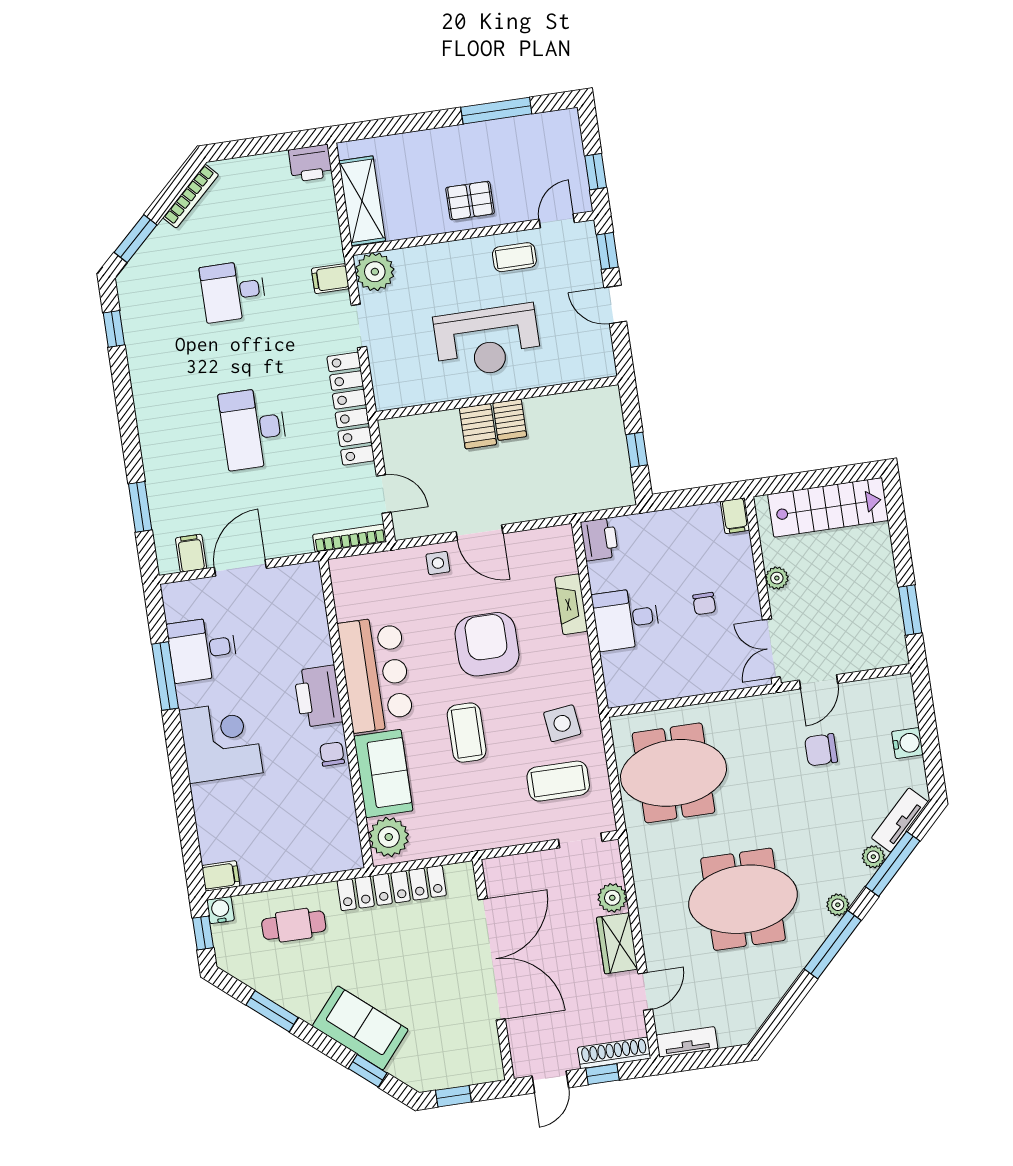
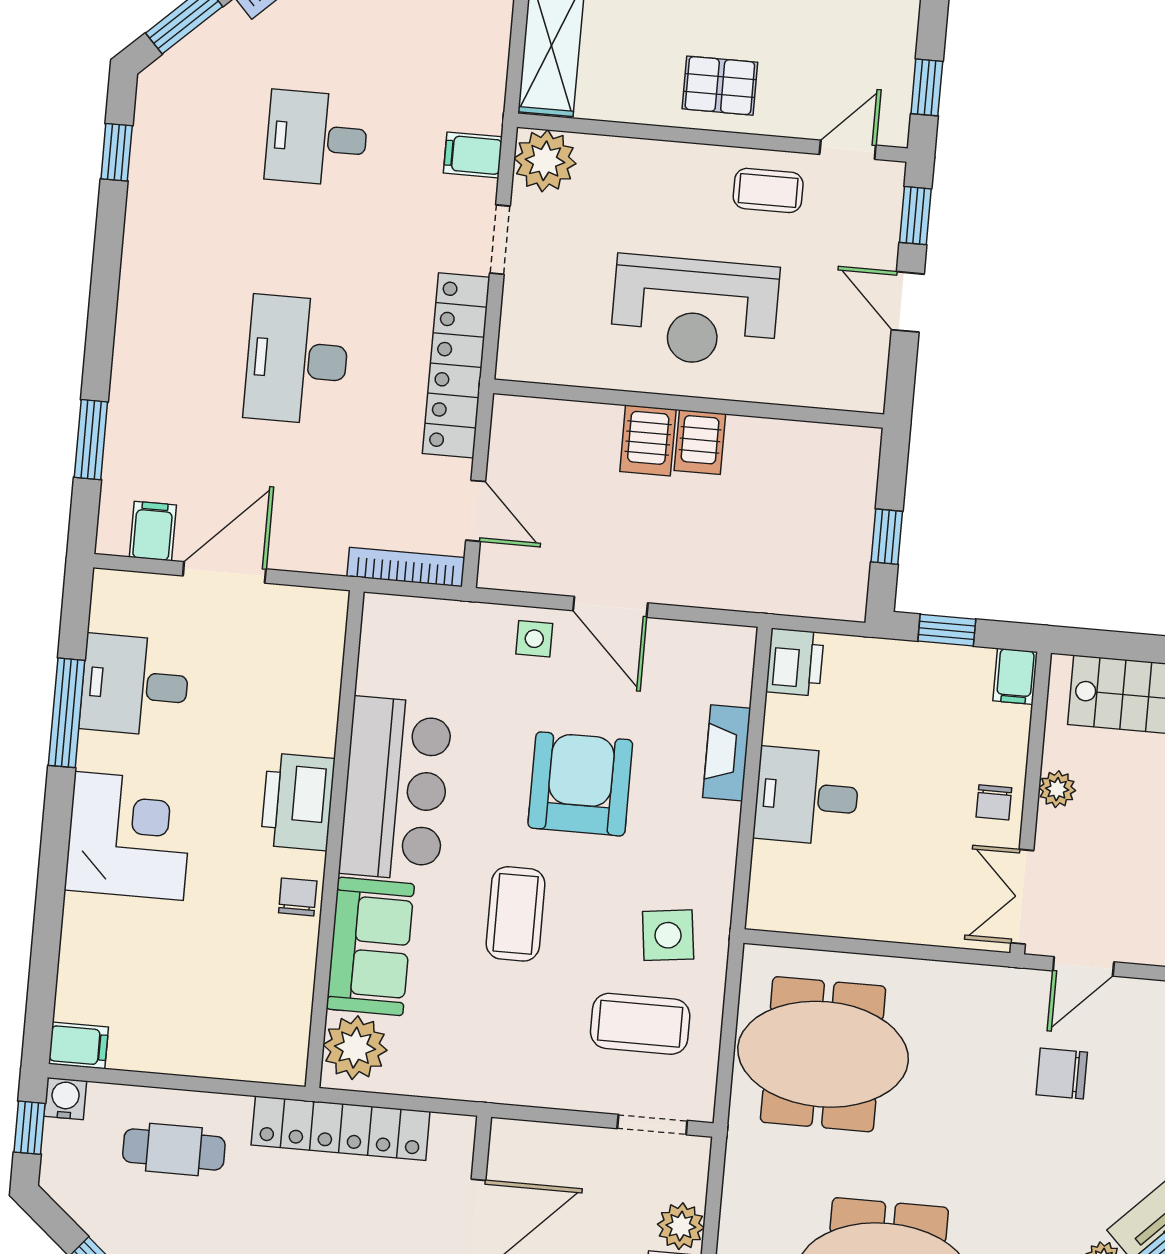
window: (687, 498) -> (947, 630), added
chair: (704, 604) -> (994, 802), moved

